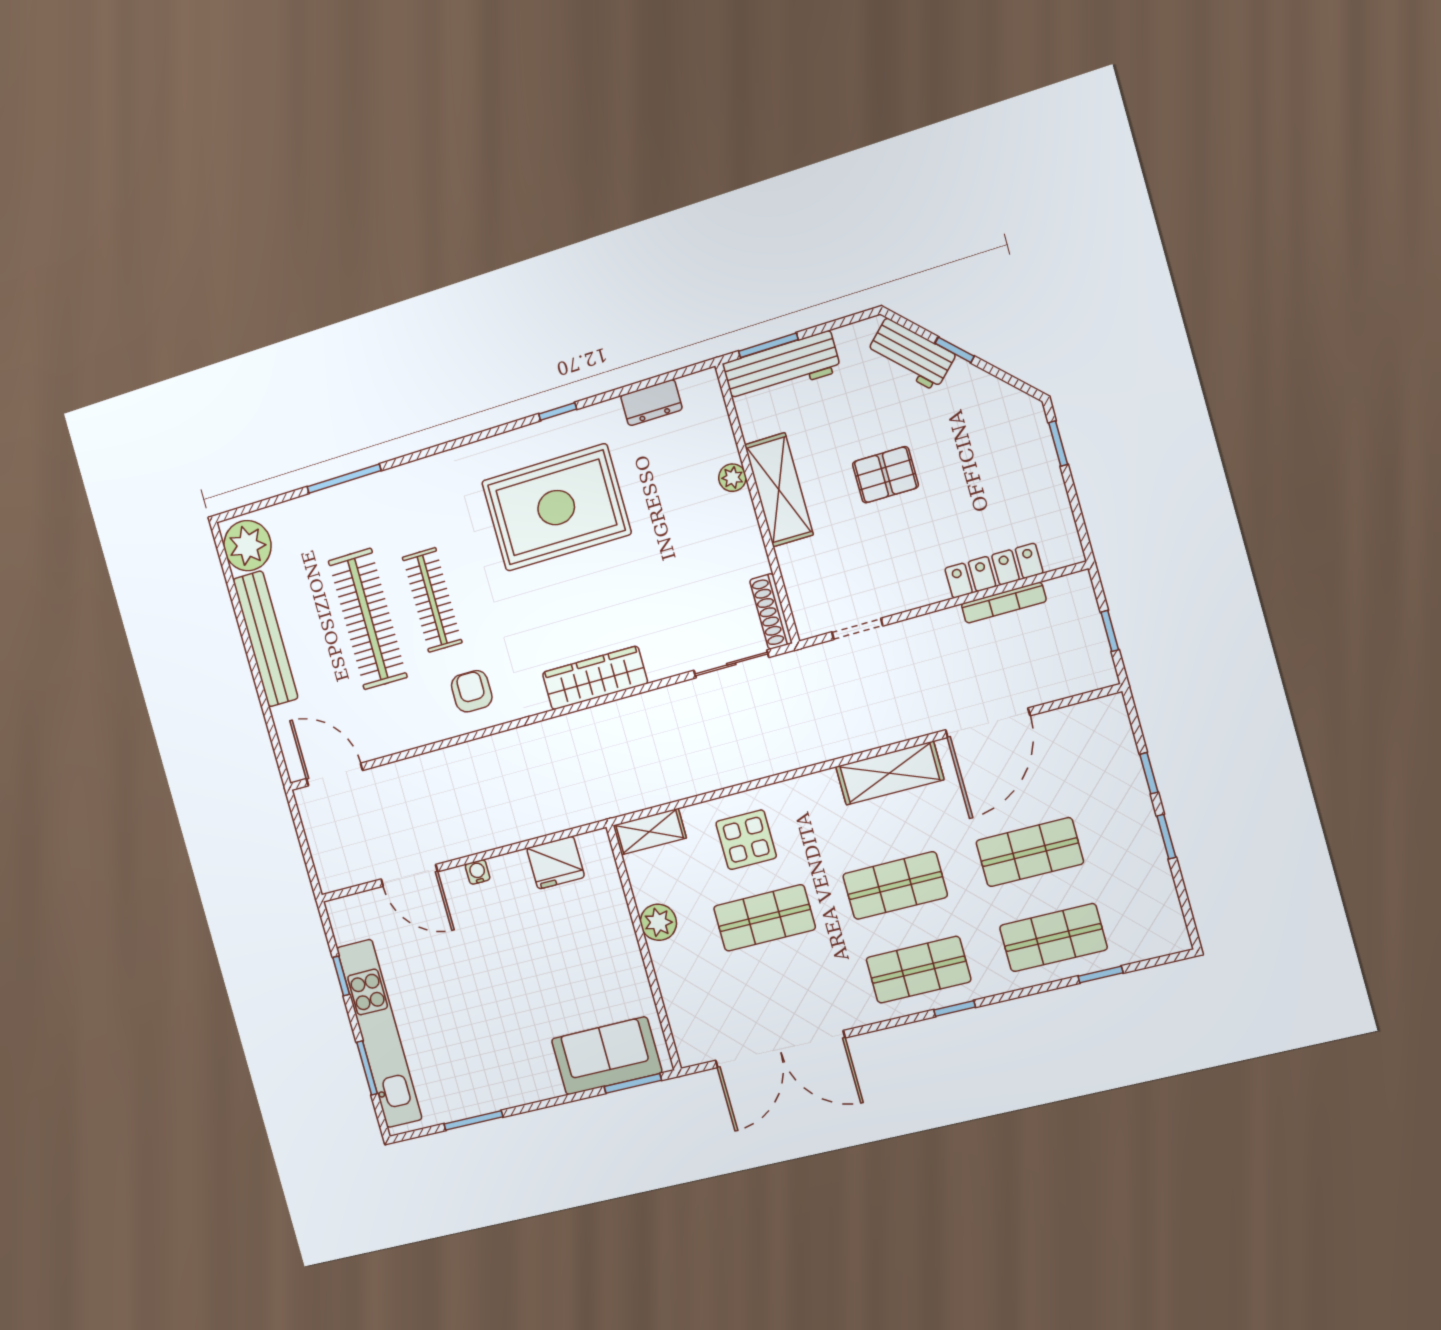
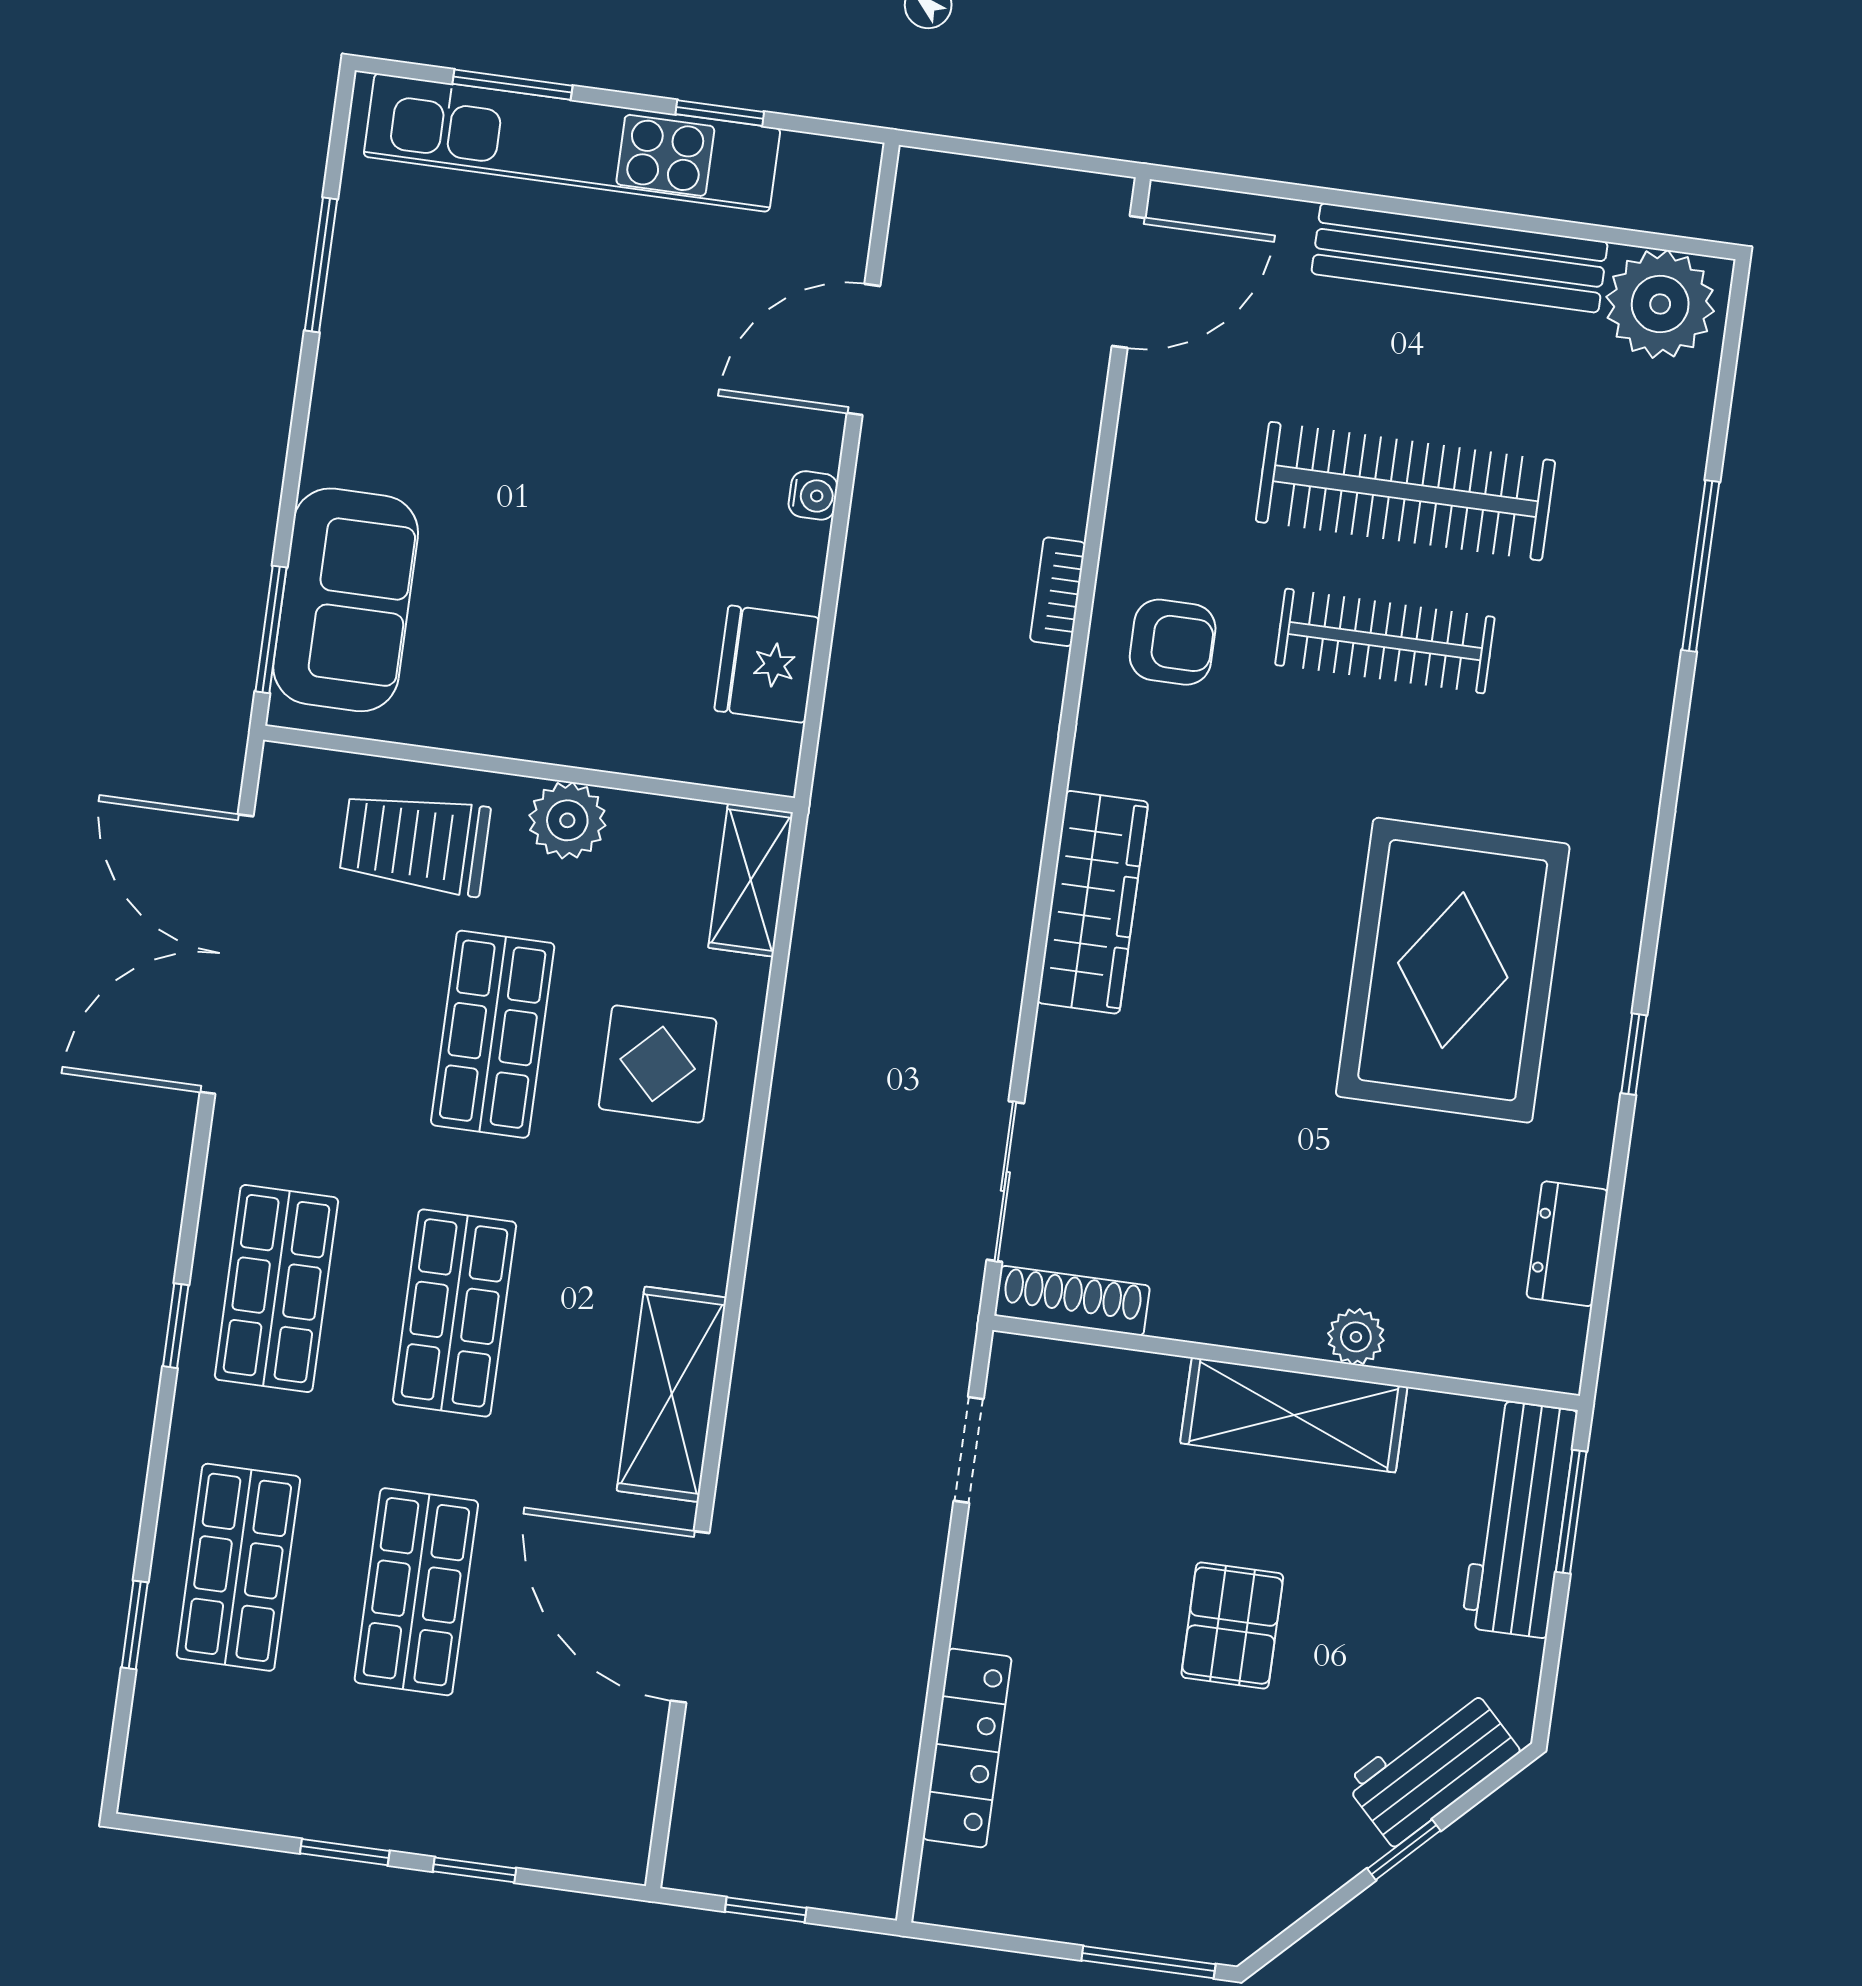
window: (1058, 443) -> (1148, 1962), width x1.50
bookcase: (1004, 603) -> (1058, 592), moved, width x0.64
trolley: (697, 985) -> (415, 843), added

